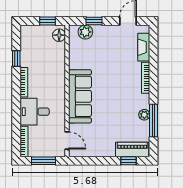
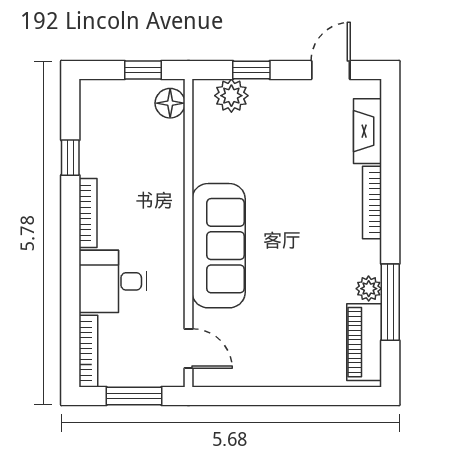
piano: (132, 150) -> (364, 342), moved, turned -90
window: (129, 161) -> (332, 396), removed

